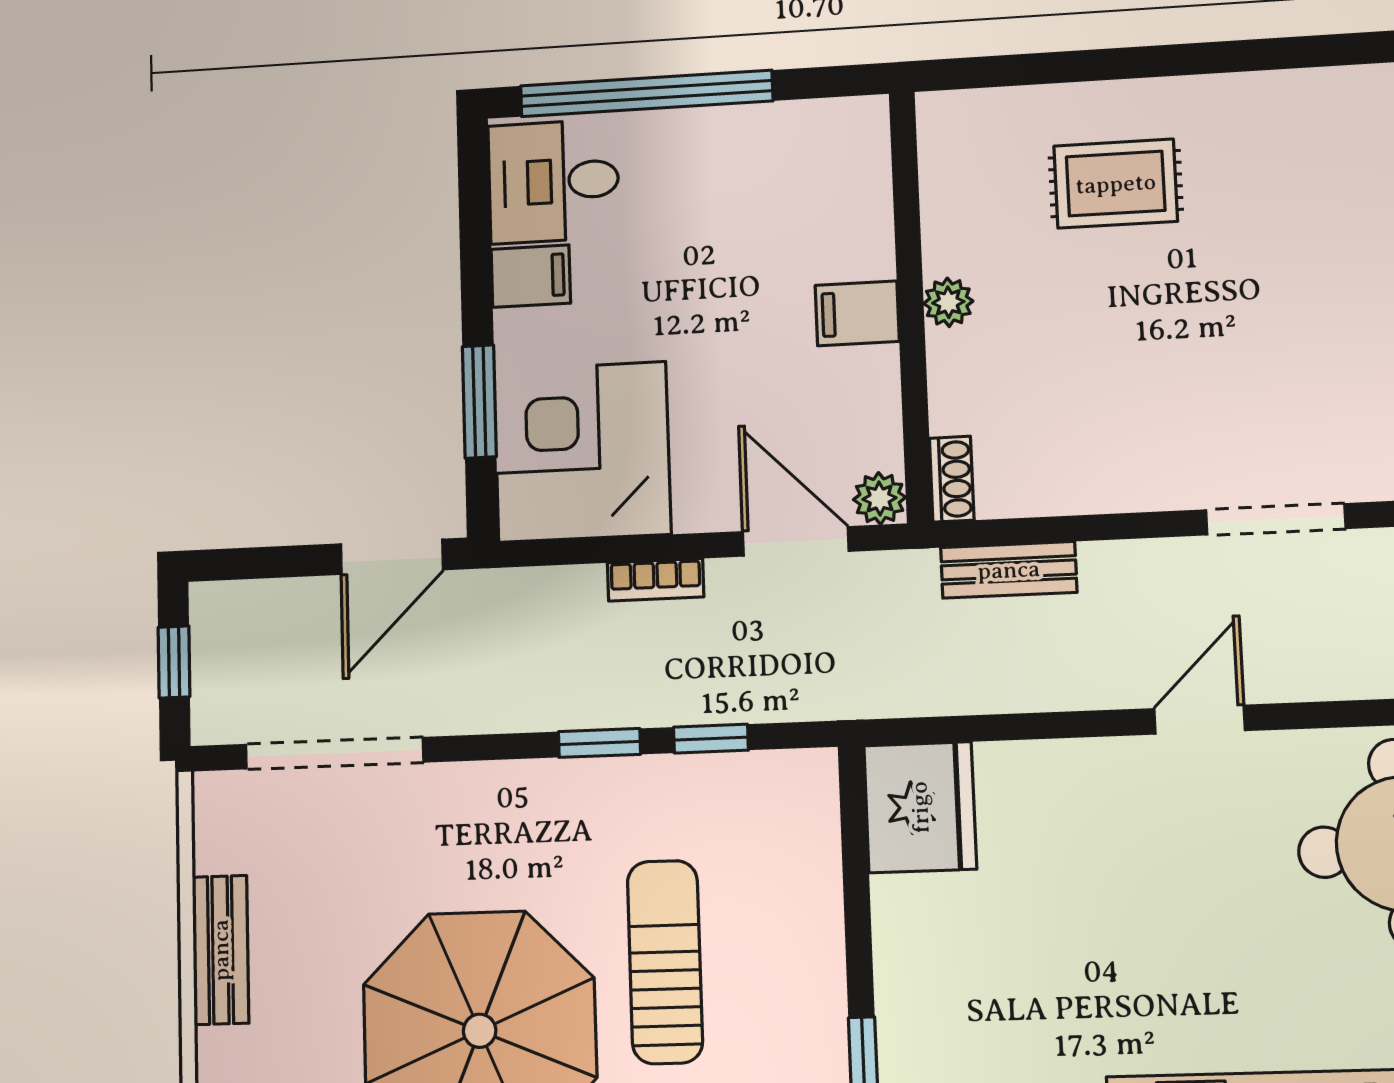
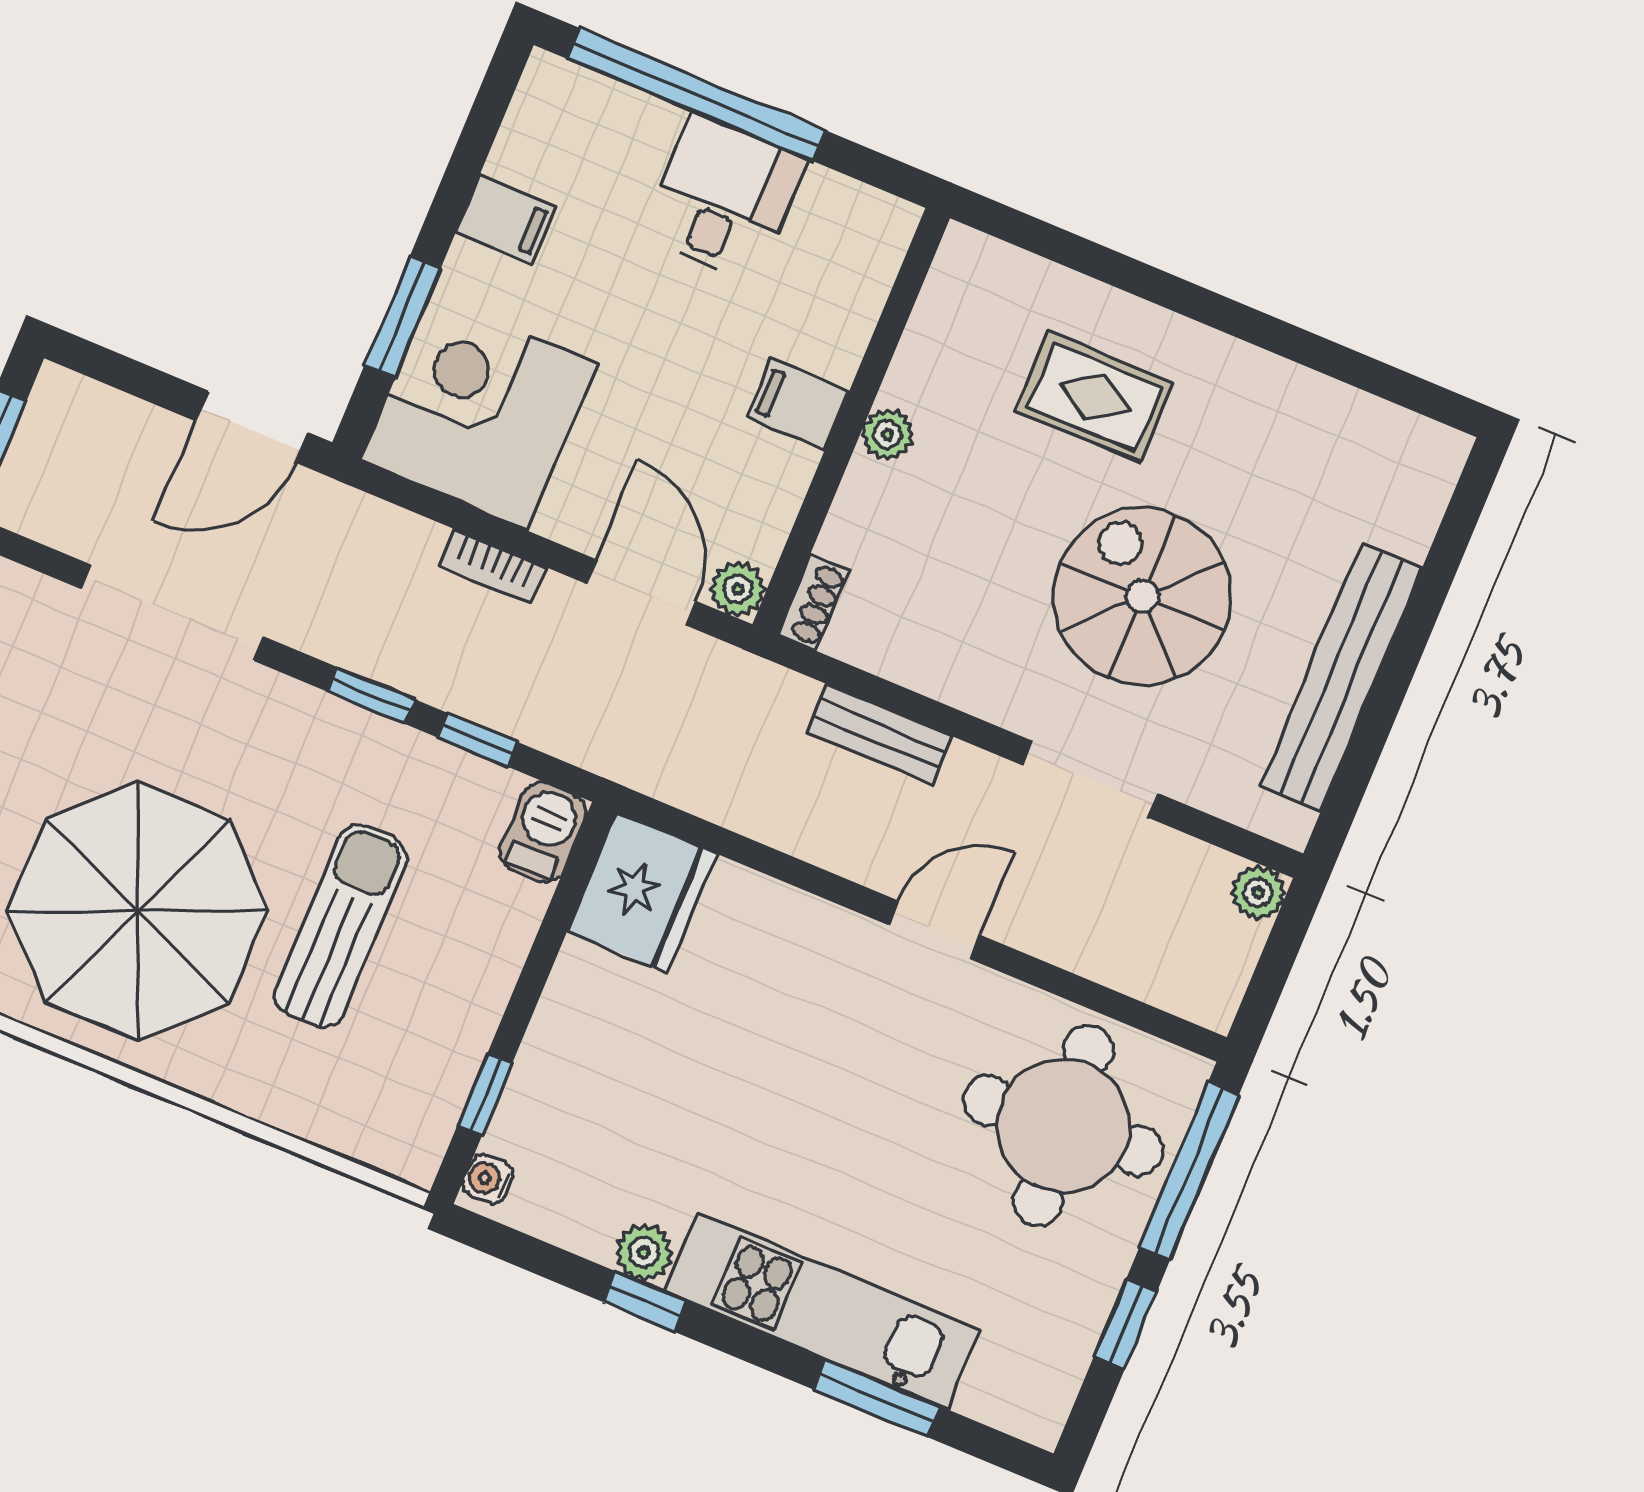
desk: (554, 181) -> (724, 198), moved, turned 90
spiral stairs: (1243, 336) -> (1142, 597), added
bench: (1009, 570) -> (880, 734), moved
doorway: (334, 753) -> (172, 613), moved
barbecue: (807, 794) -> (543, 832), added

